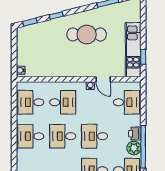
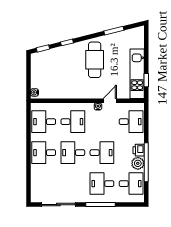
cafe table: (87, 34) -> (95, 60), turned 90
door: (103, 79) -> (110, 101), swing flipped
desk: (95, 136) -> (102, 153), turned 180

